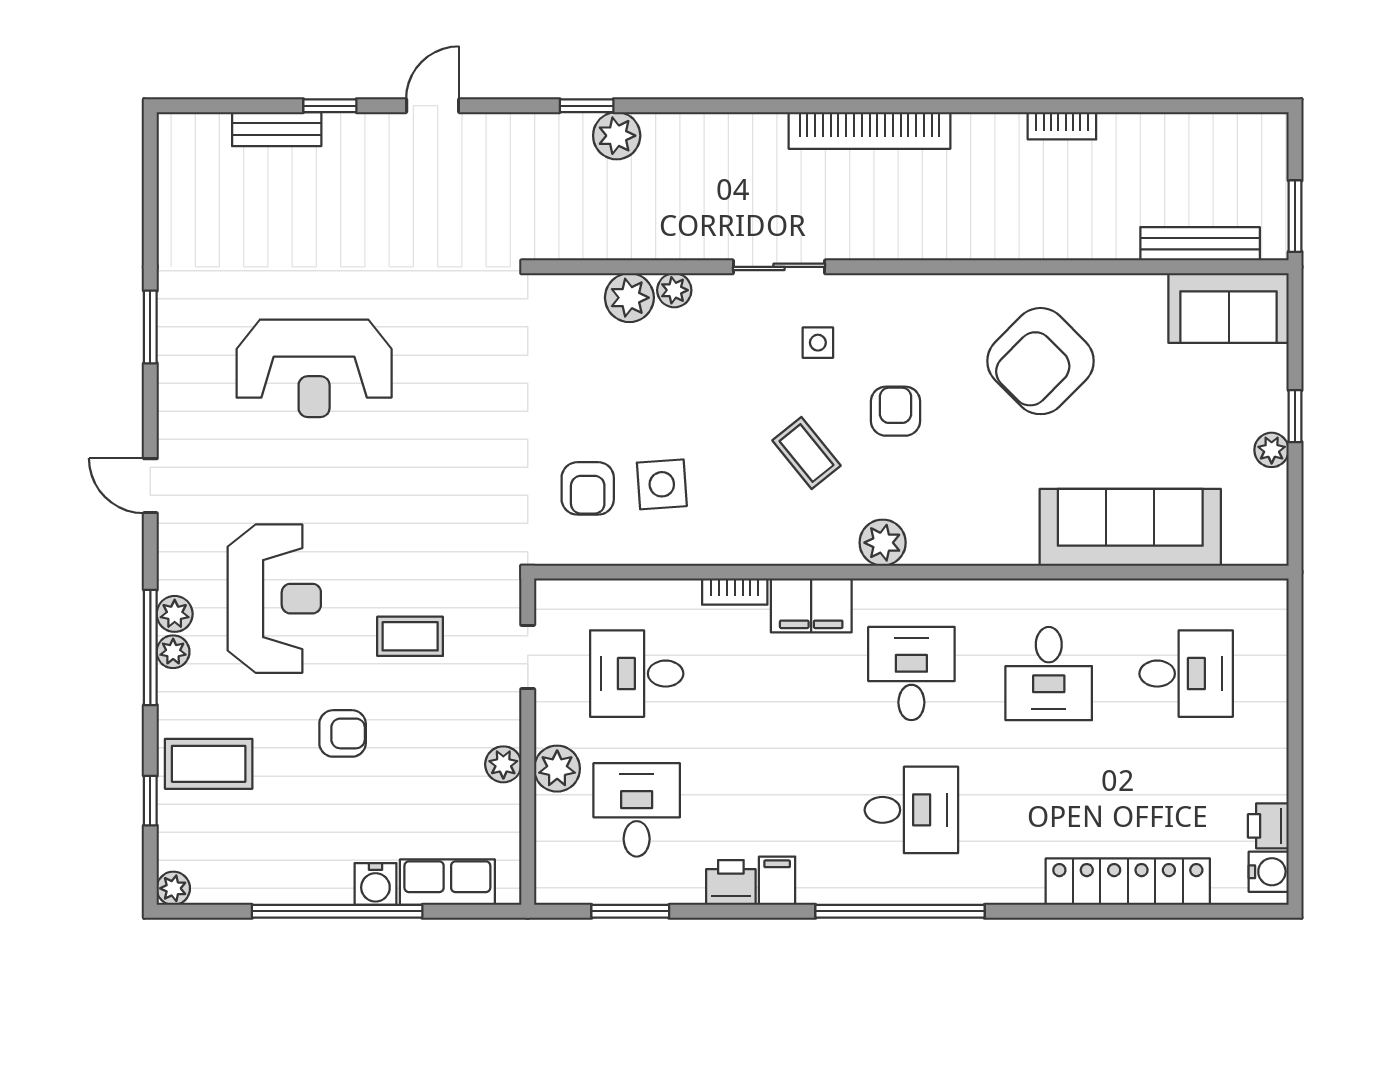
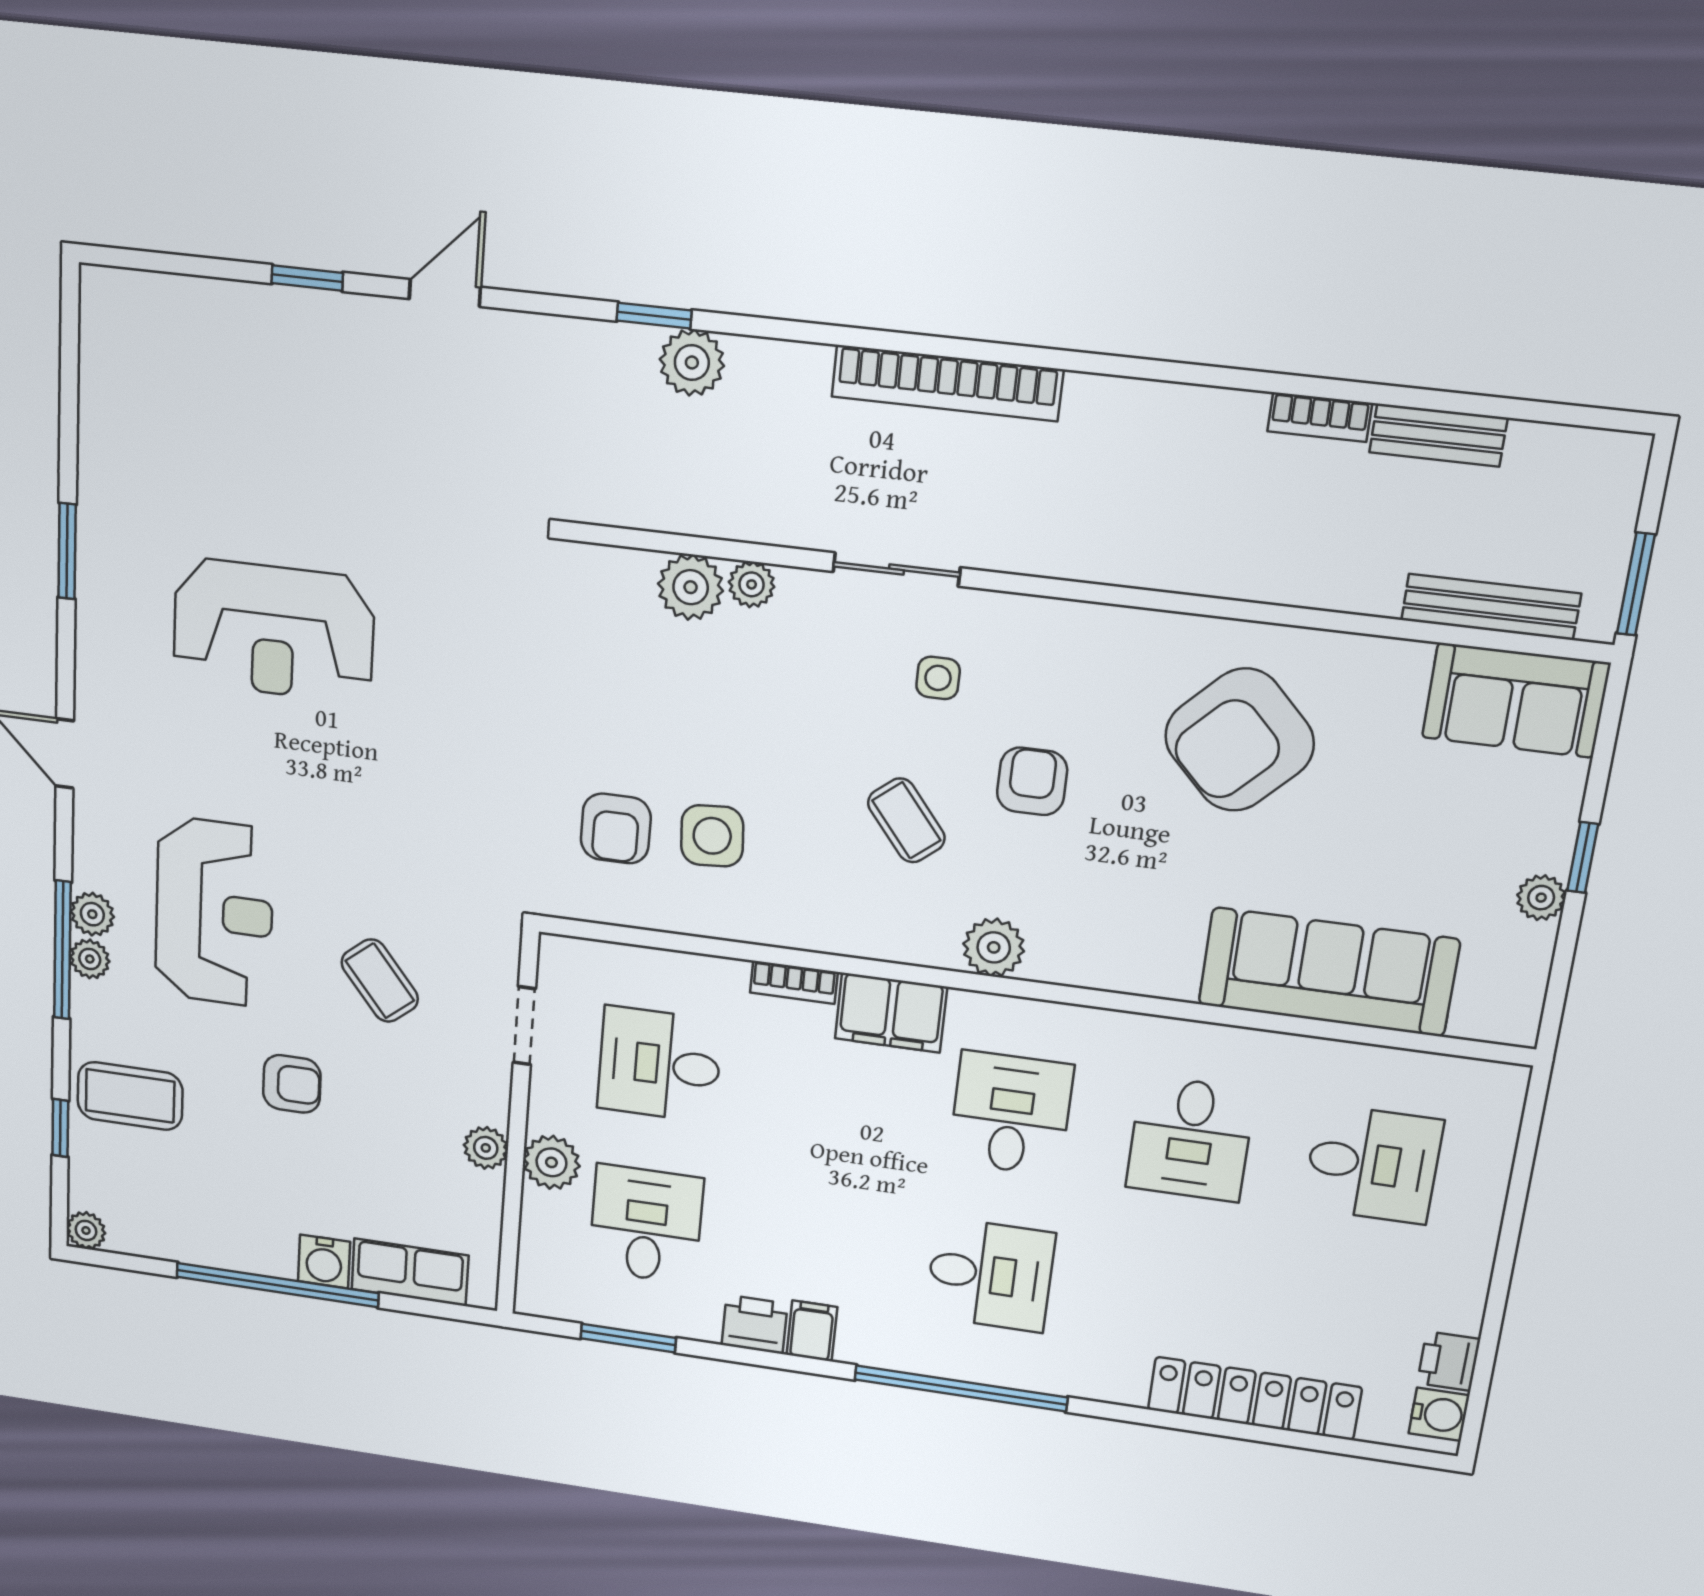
bench: (277, 129) -> (1438, 435), moved
bookcase: (870, 130) -> (947, 383), moved
coffee table: (410, 636) -> (380, 981), turned 51

